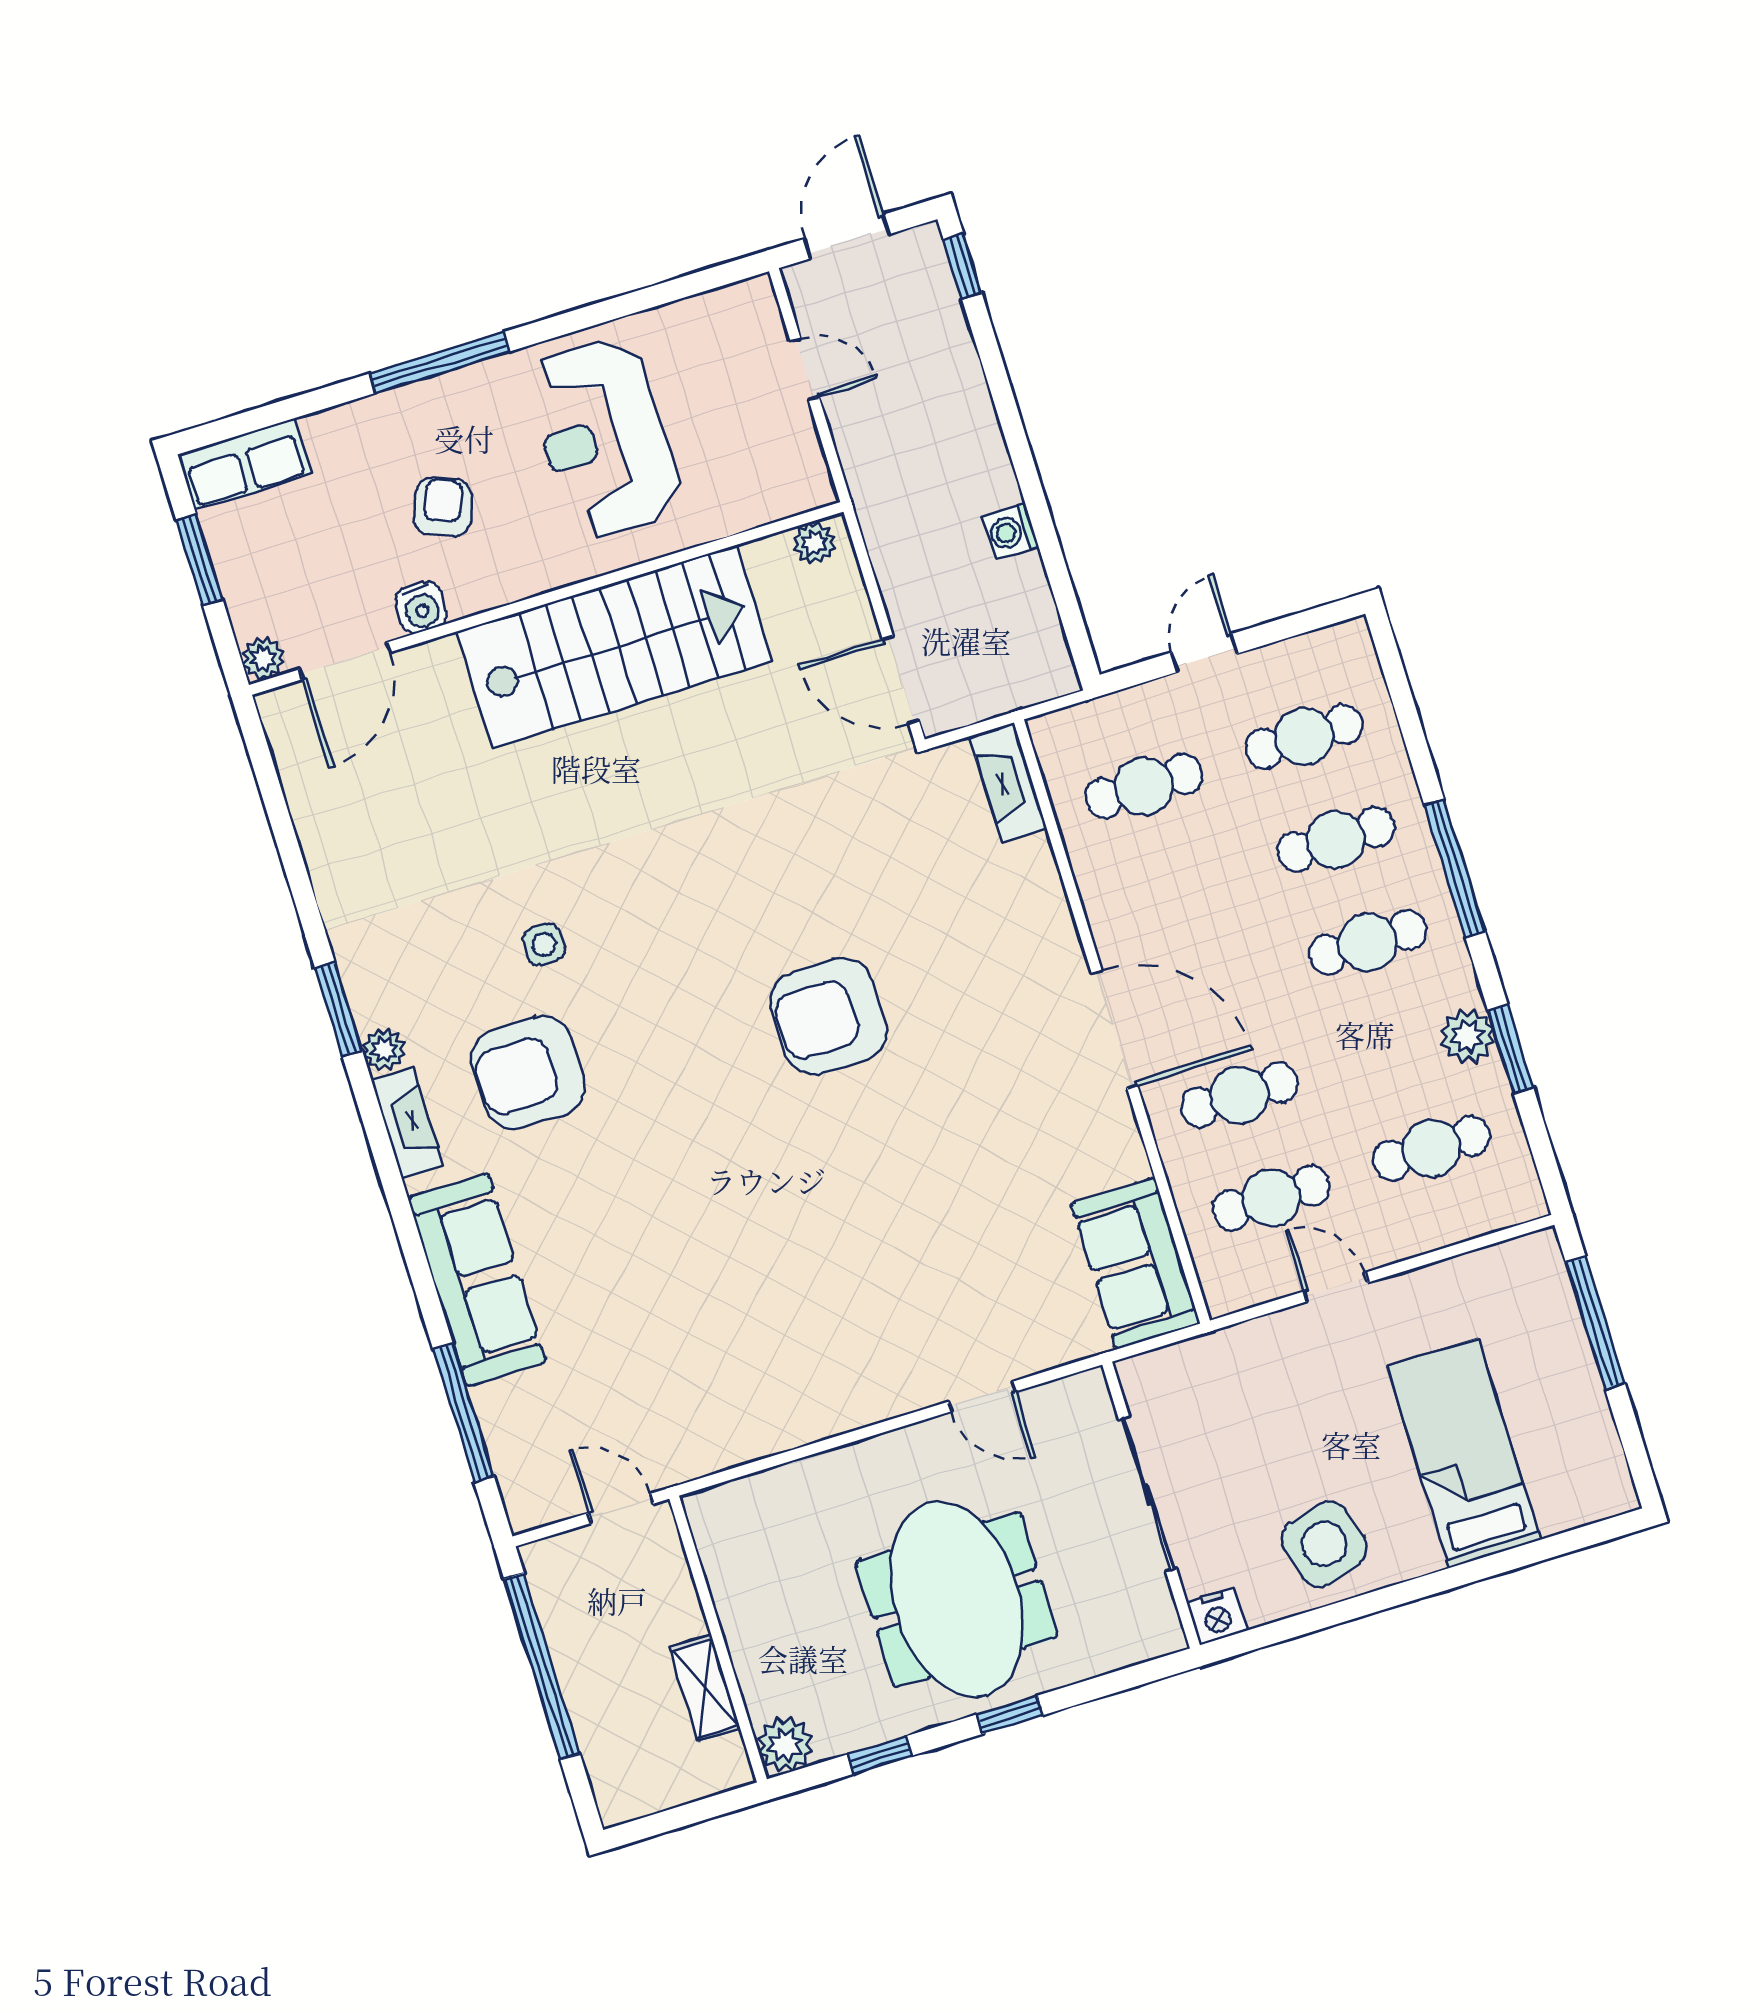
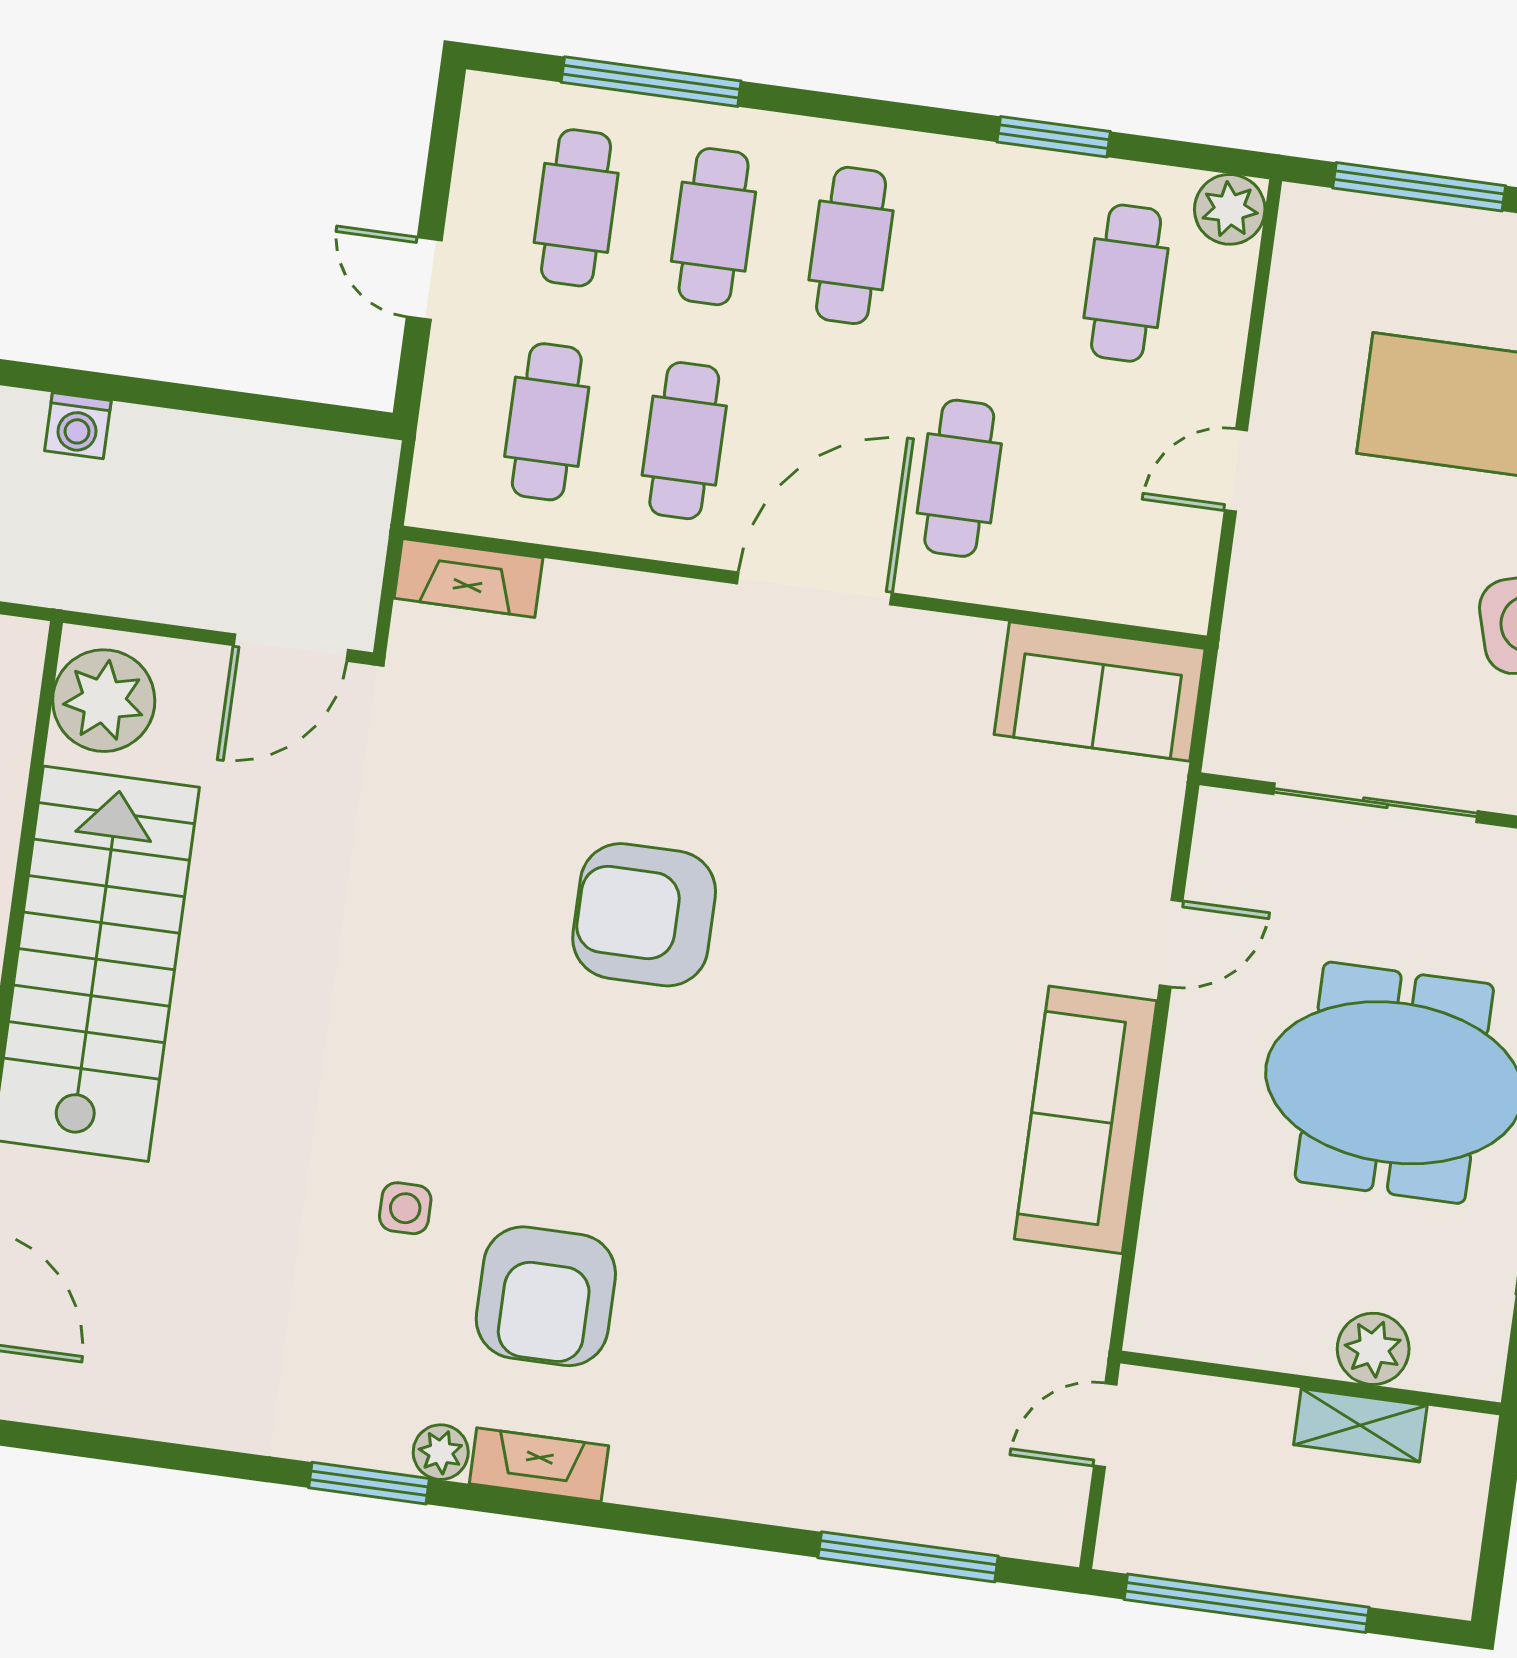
washing machine: (1010, 532) -> (78, 426), moved
plant: (814, 543) -> (104, 701), width x1.87, depth x1.87
window: (1455, 868) -> (651, 82), moved
armchair: (829, 1016) -> (644, 915), turned 90
plant: (1468, 1036) -> (1230, 209), moved
cafe table: (1271, 1198) -> (684, 441), moved
sofa: (477, 1280) -> (1086, 1120), moved, turned -90
plant: (785, 1745) -> (1373, 1349), moved

